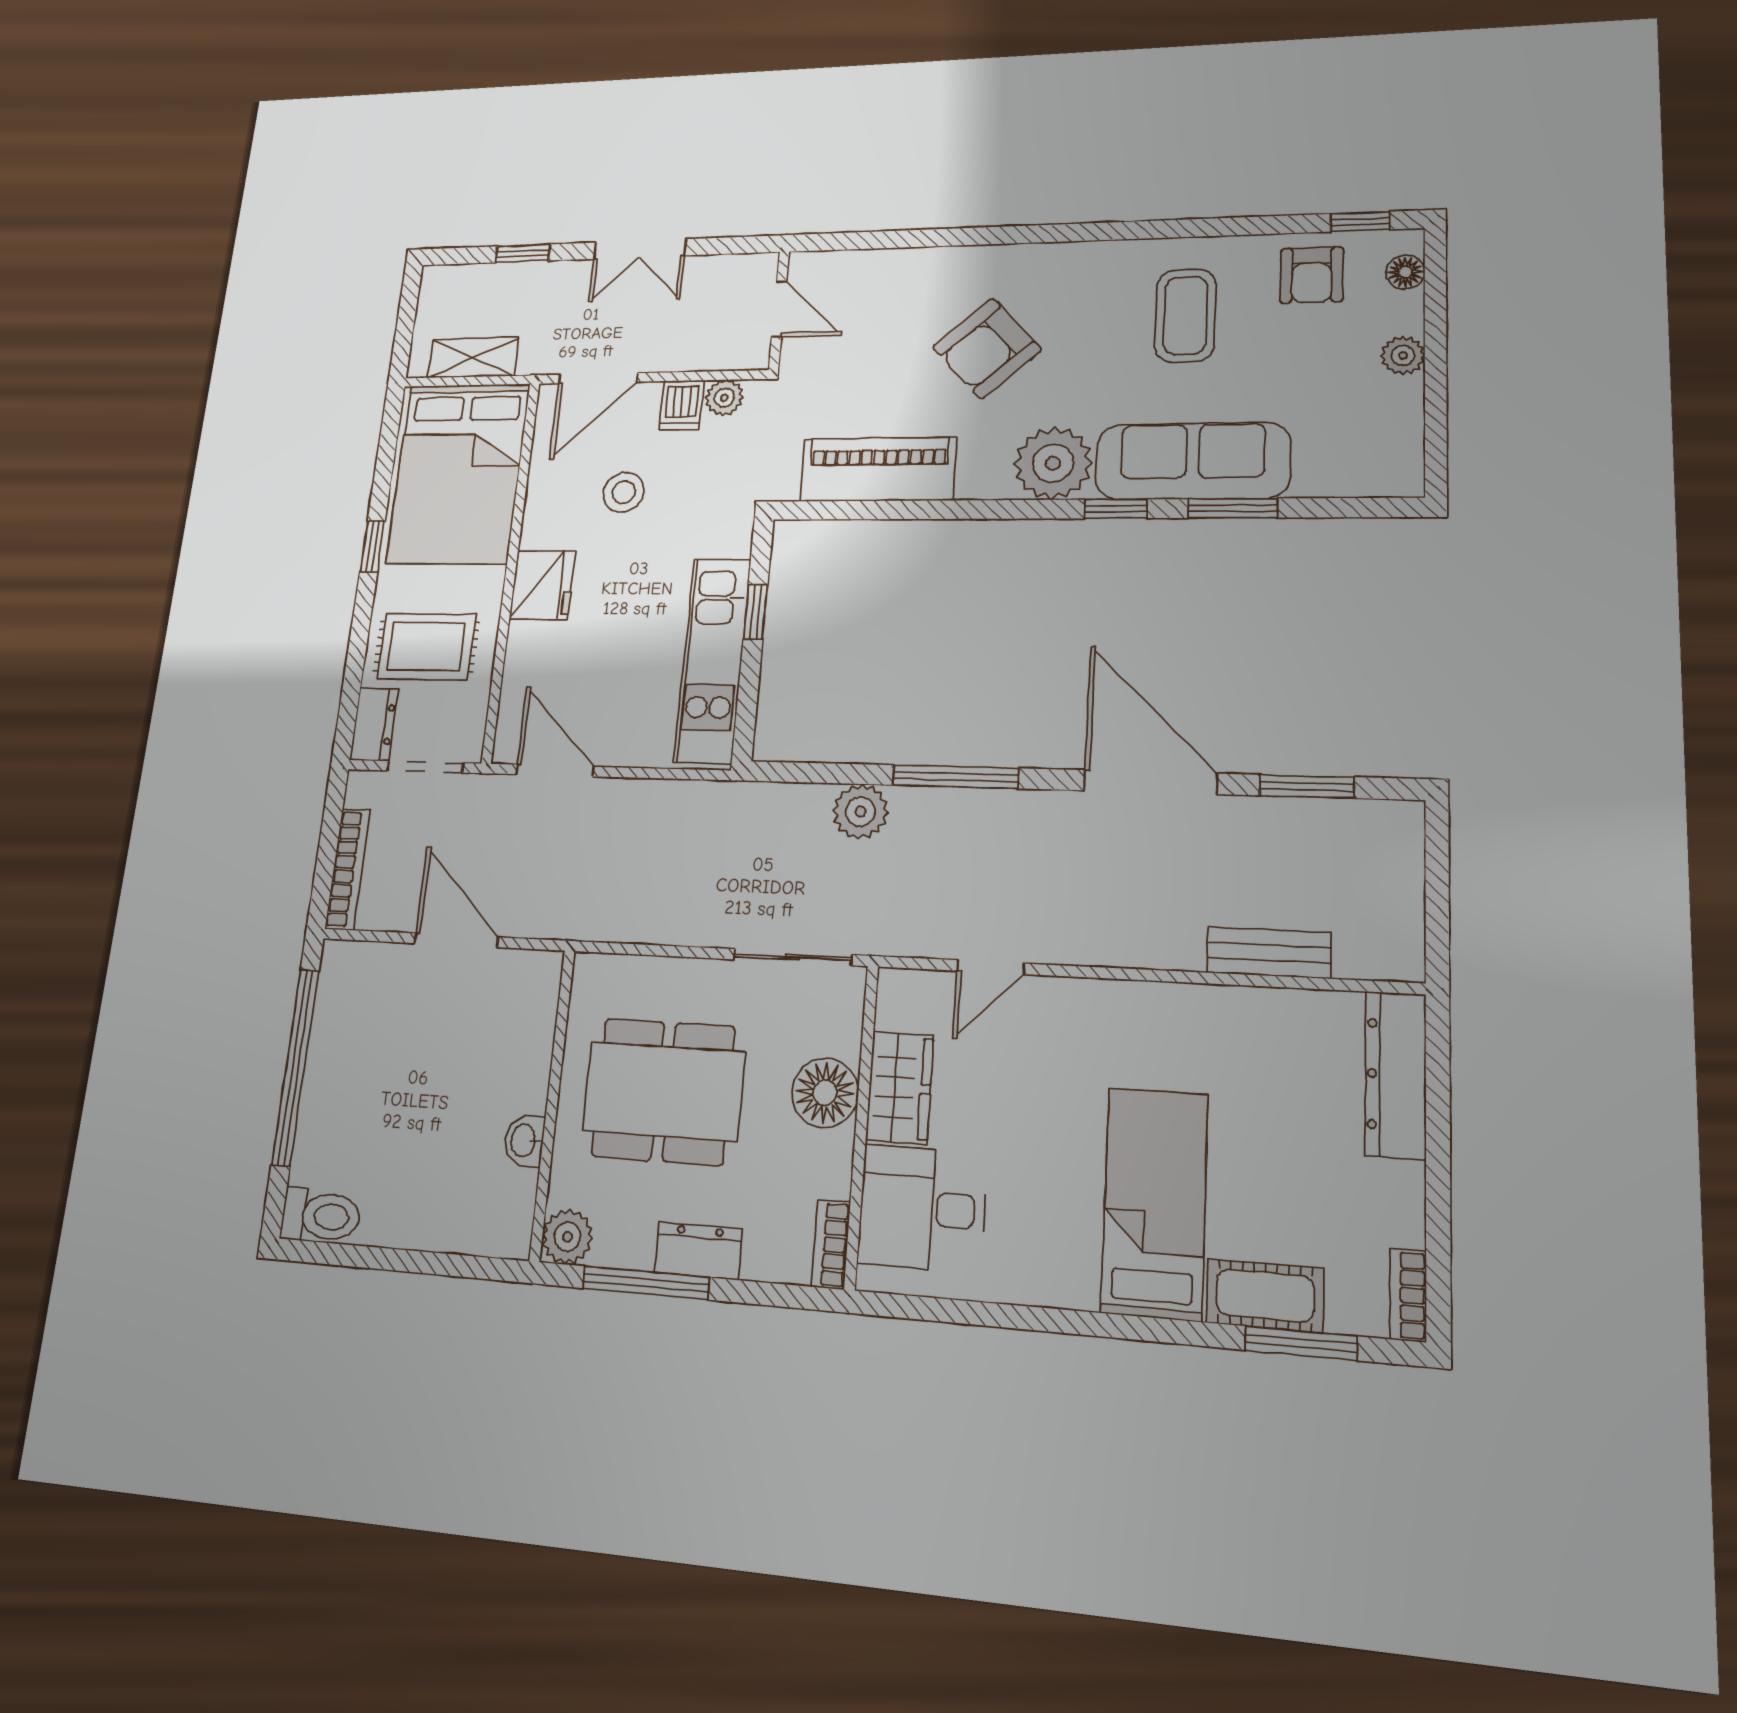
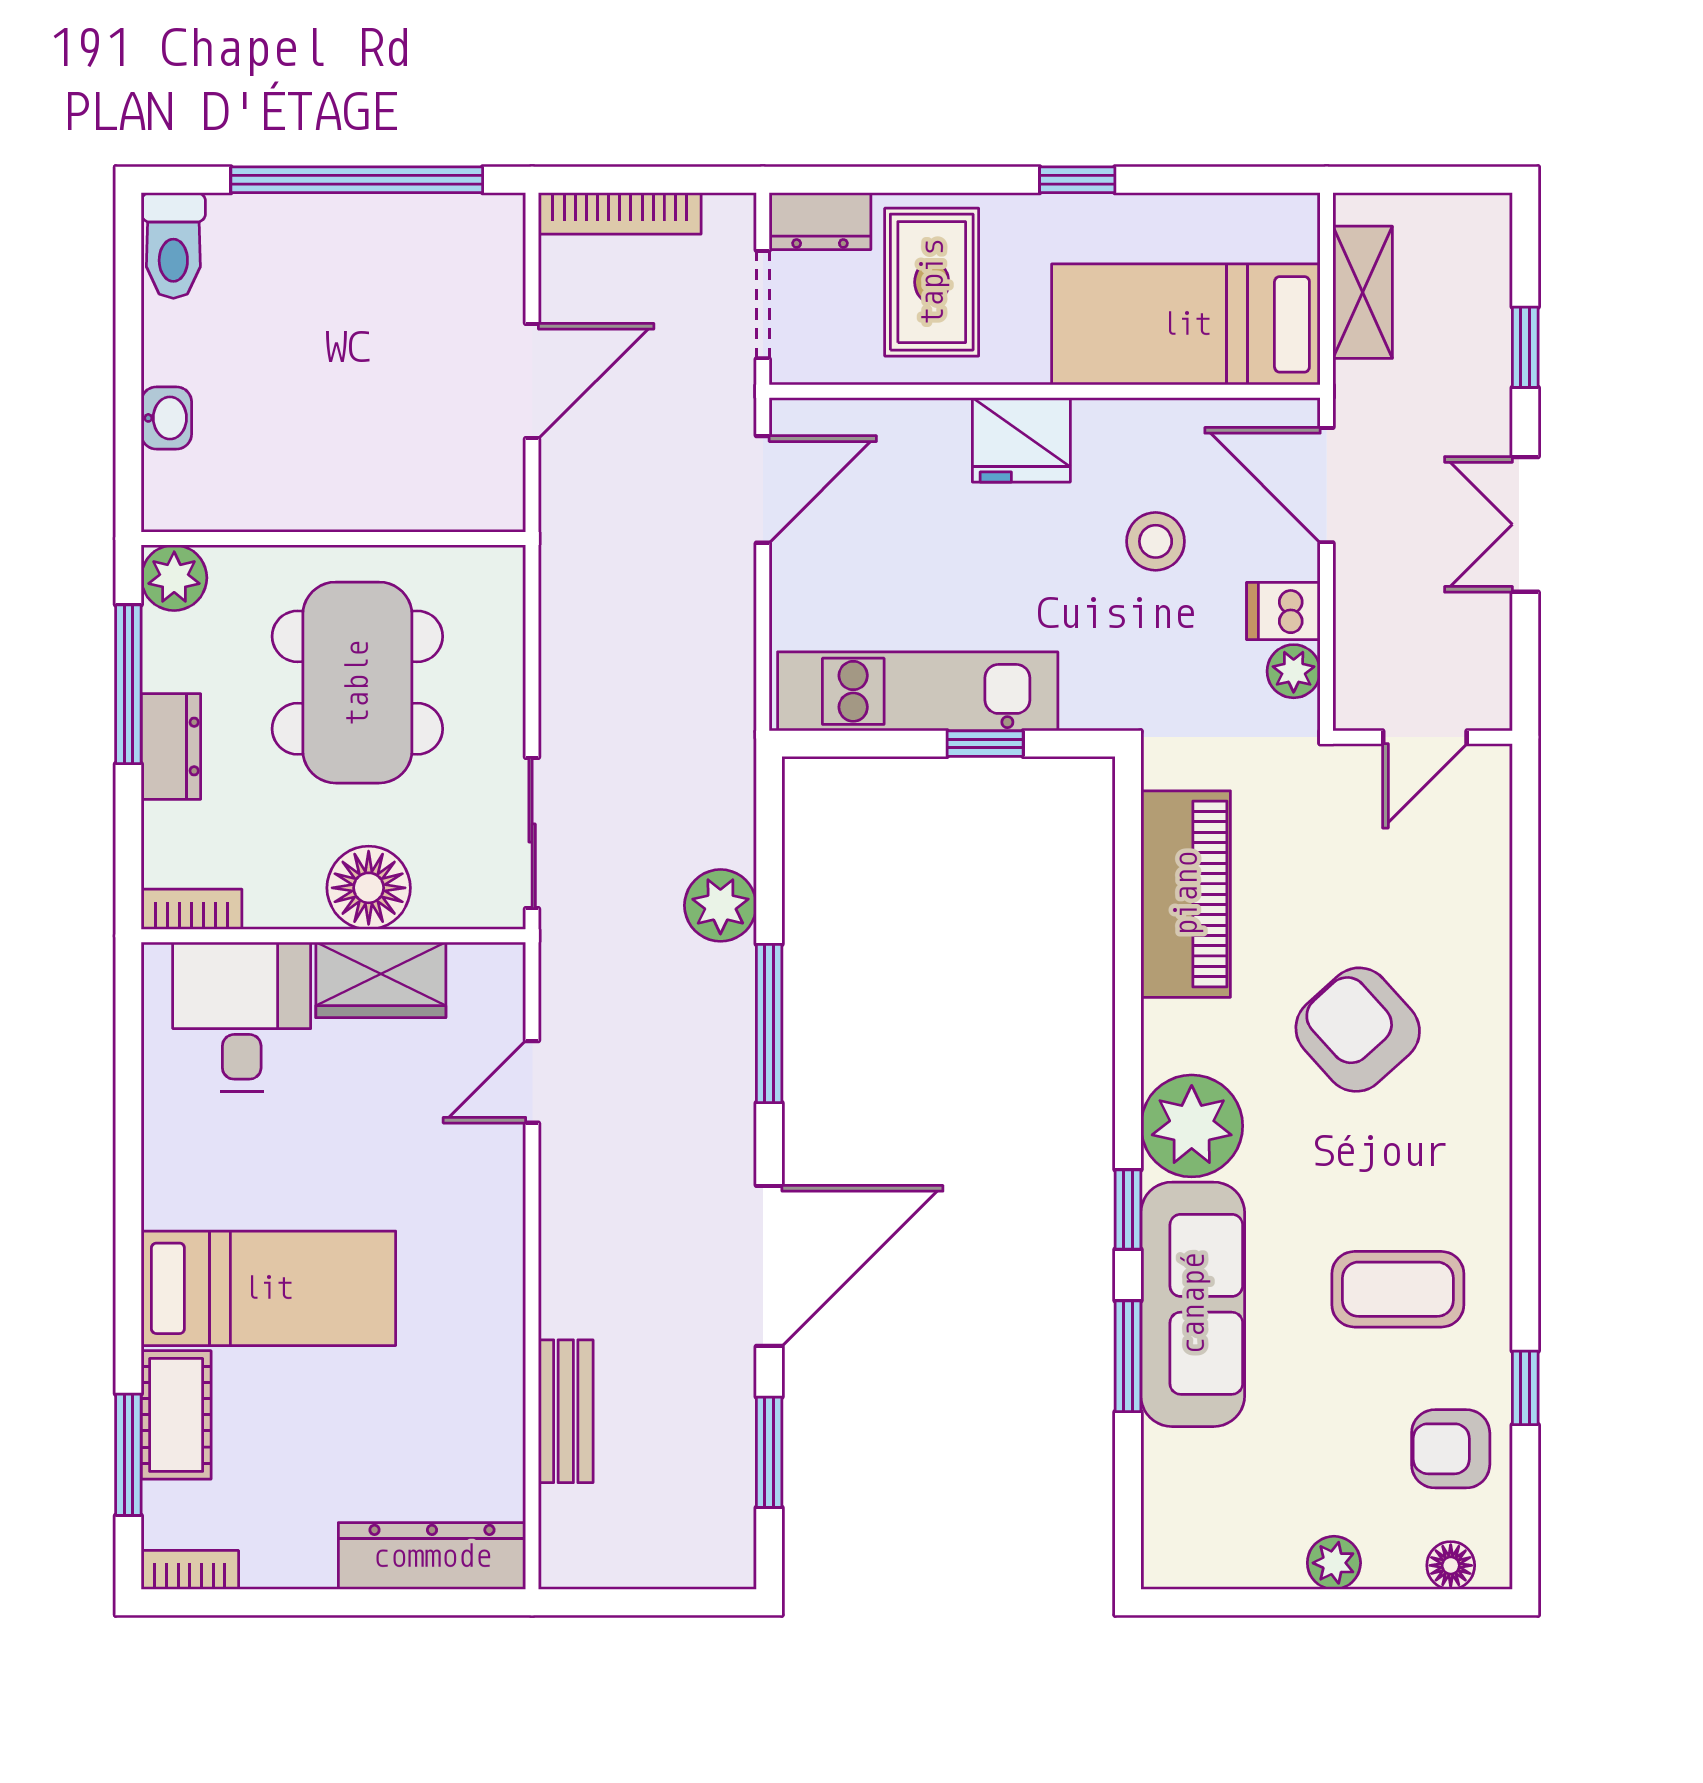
window: (1360, 222) -> (1525, 1388), moved
bed: (458, 473) -> (1186, 324), width x0.67
door: (991, 967) -> (532, 1082), hinge flipped
washbasin: (524, 1141) -> (166, 418), moved, turned 90

